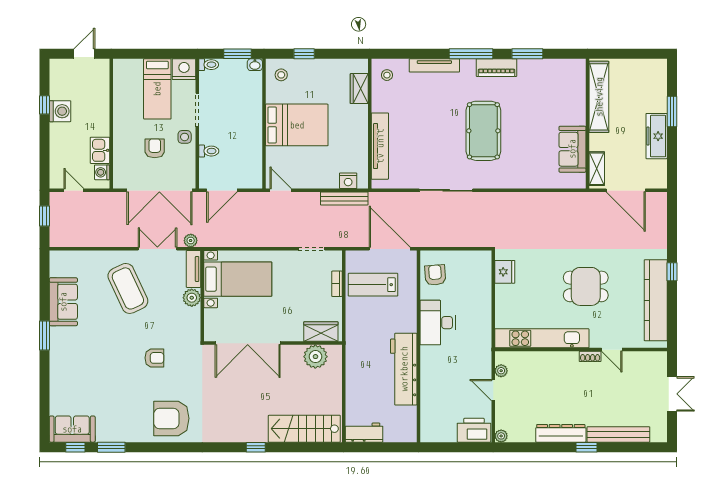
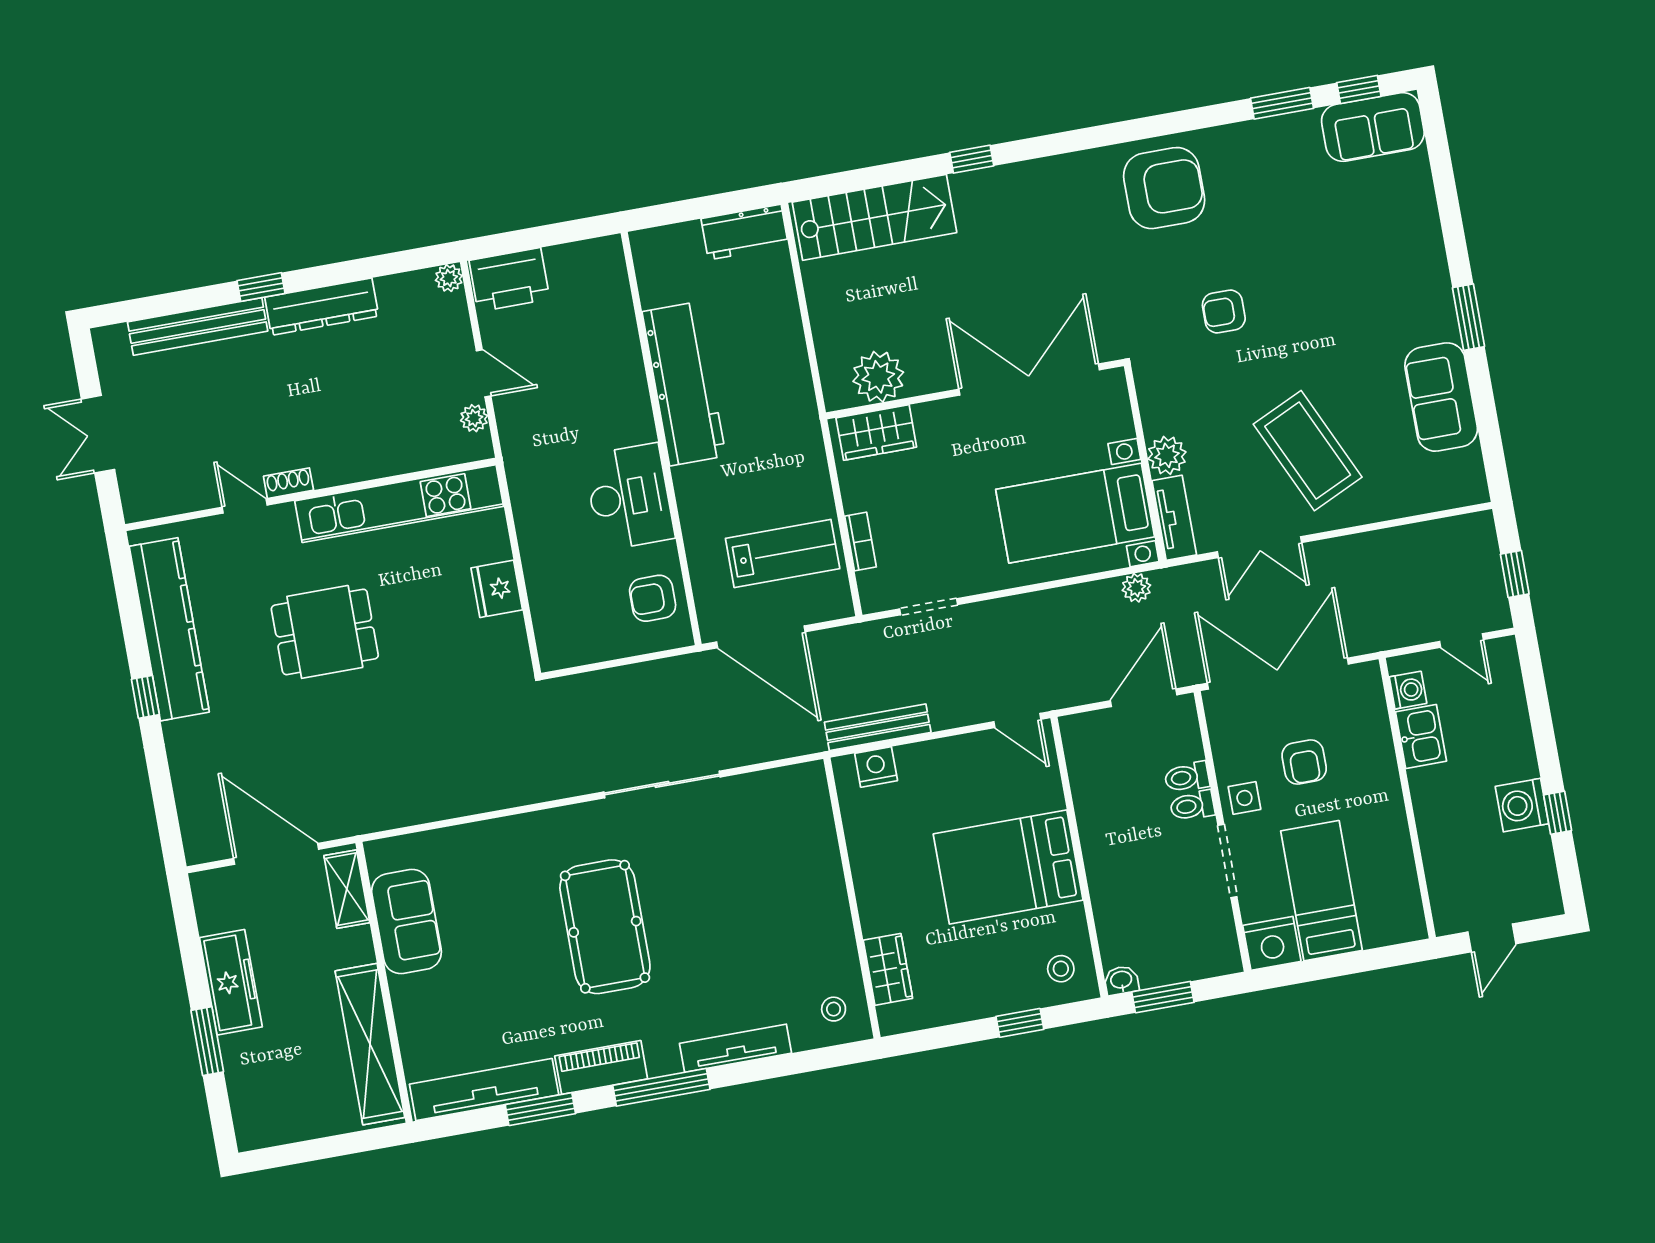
toilet: (209, 65) -> (1192, 806), moved
tv unit: (380, 146) -> (484, 1090), moved, turned 90
plant: (191, 241) -> (1136, 588), moved
fridge: (505, 272) -> (497, 589), moved
armchair: (435, 275) -> (653, 598), turned 94

